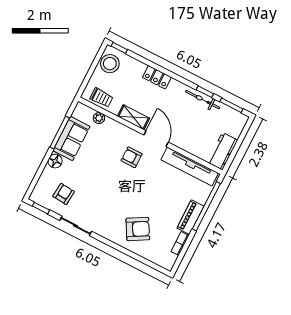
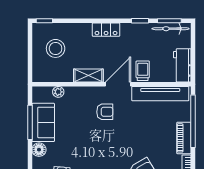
stool: (110, 64) -> (56, 48), moved
locker: (157, 77) -> (106, 30), moved
trolley: (101, 98) -> (143, 71), moved, turned -90
bicycle: (203, 100) -> (171, 29), moved
door: (156, 139) -> (118, 84), hinge flipped
armchair: (132, 157) -> (105, 112), turned 180

